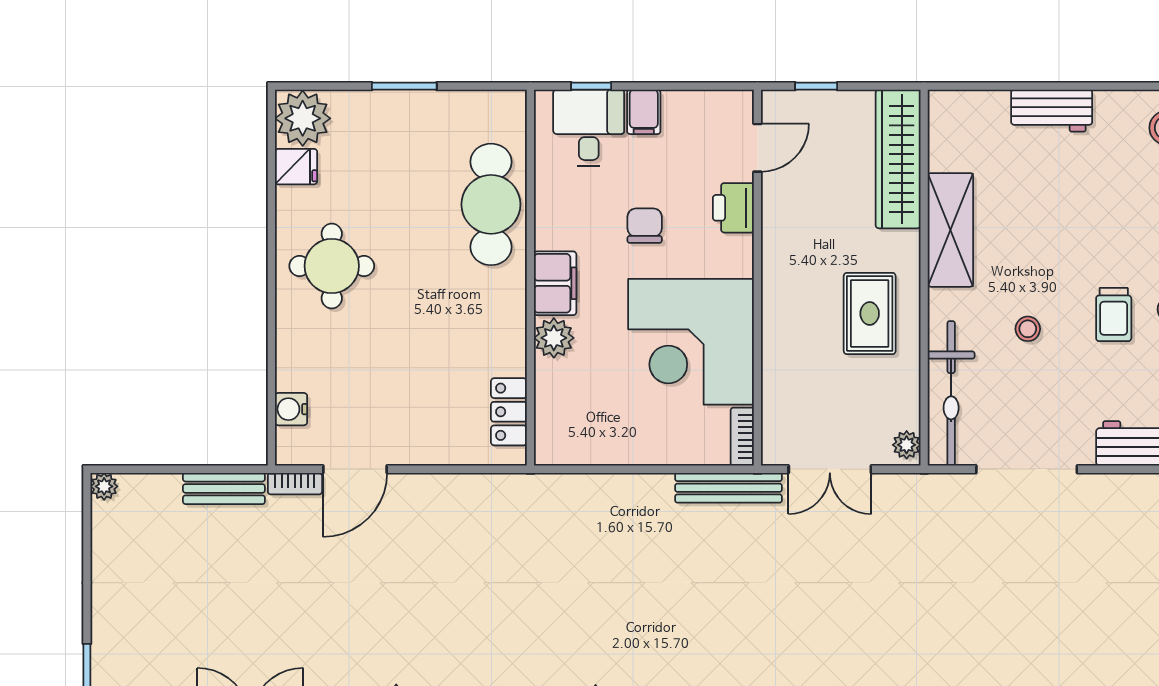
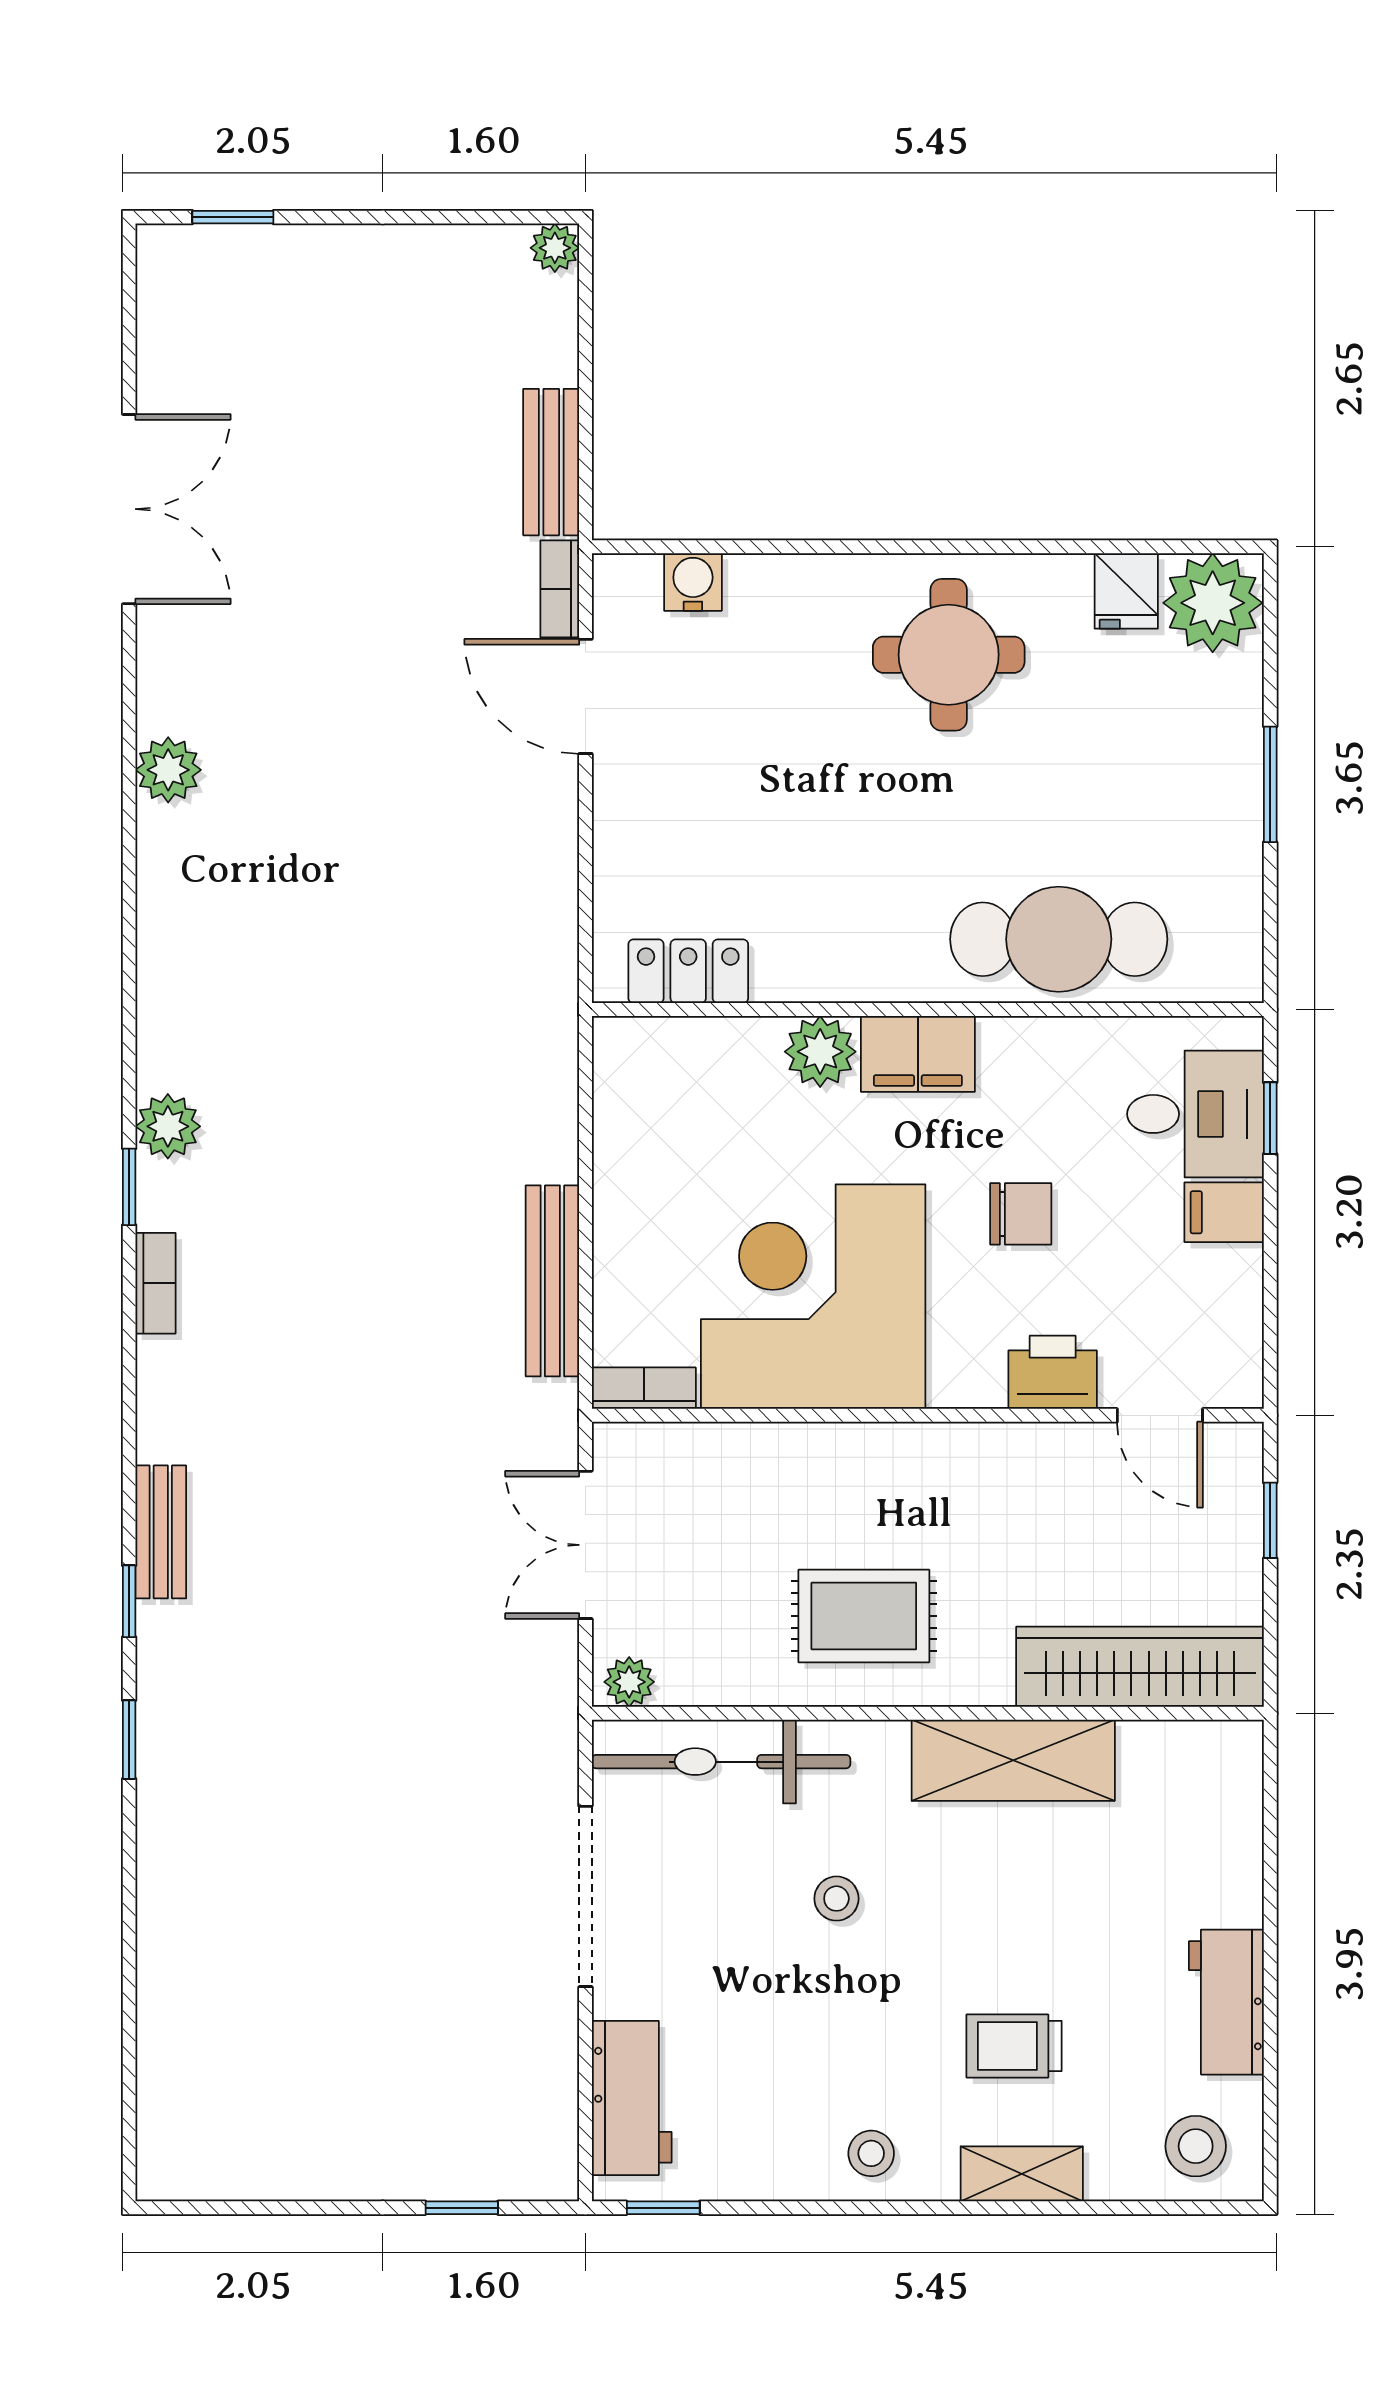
workbench: (1052, 111) -> (1226, 2002), moved
trolley: (1114, 315) -> (1014, 2046), moved
bench: (728, 488) -> (552, 1281), moved

